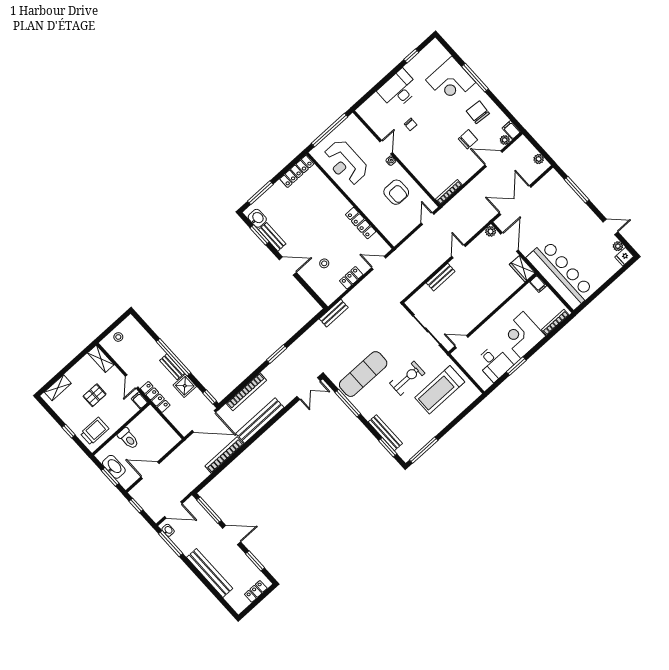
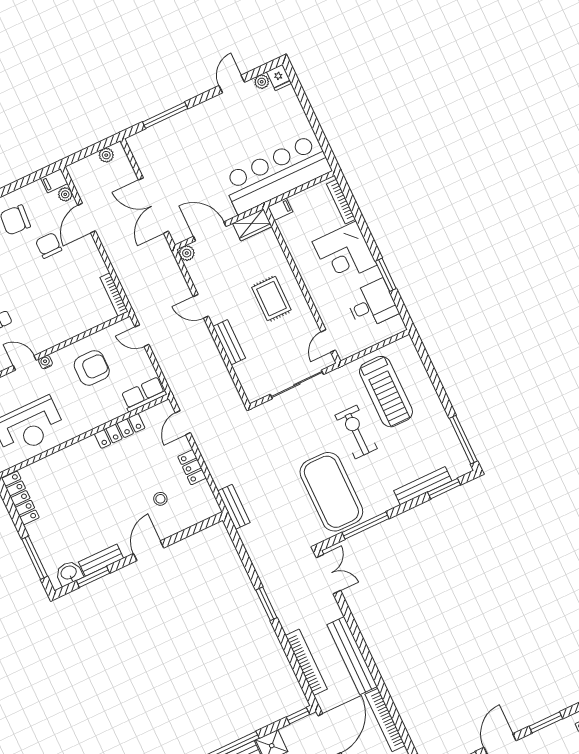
row of seats: (389, 231) -> (144, 394), added
rug: (478, 296) -> (271, 299), added
exercise mat: (363, 374) -> (331, 492), width x1.47

